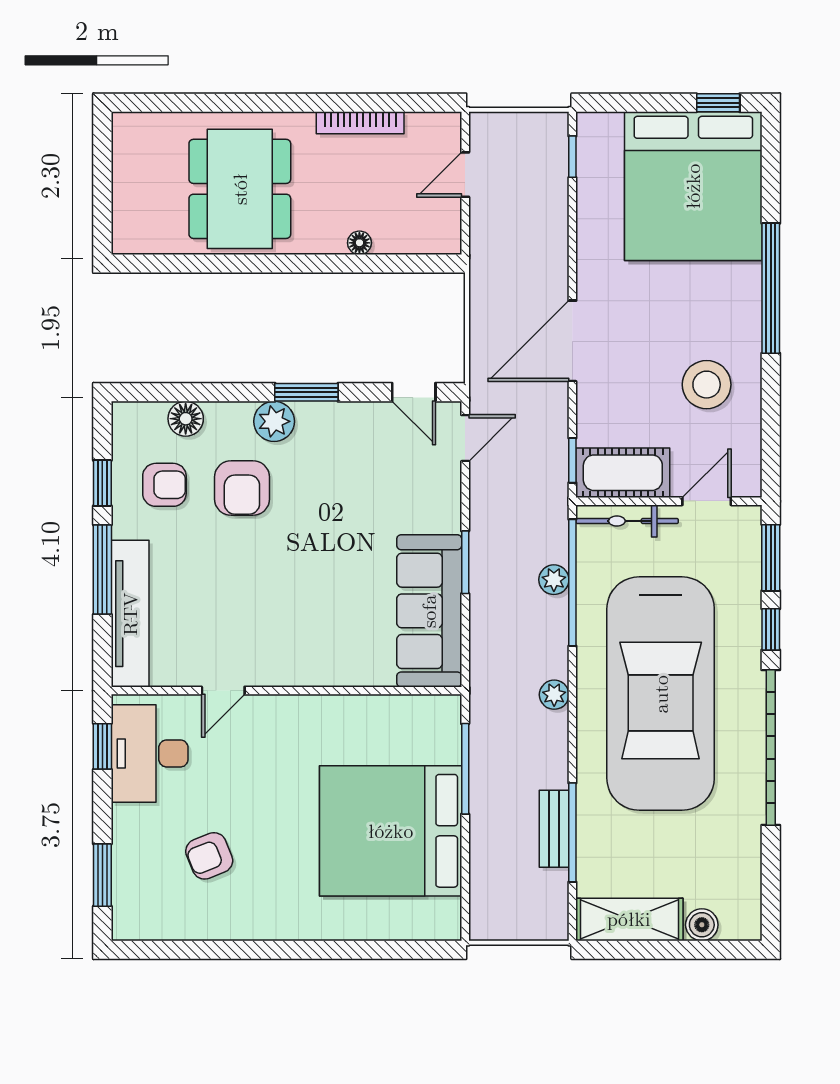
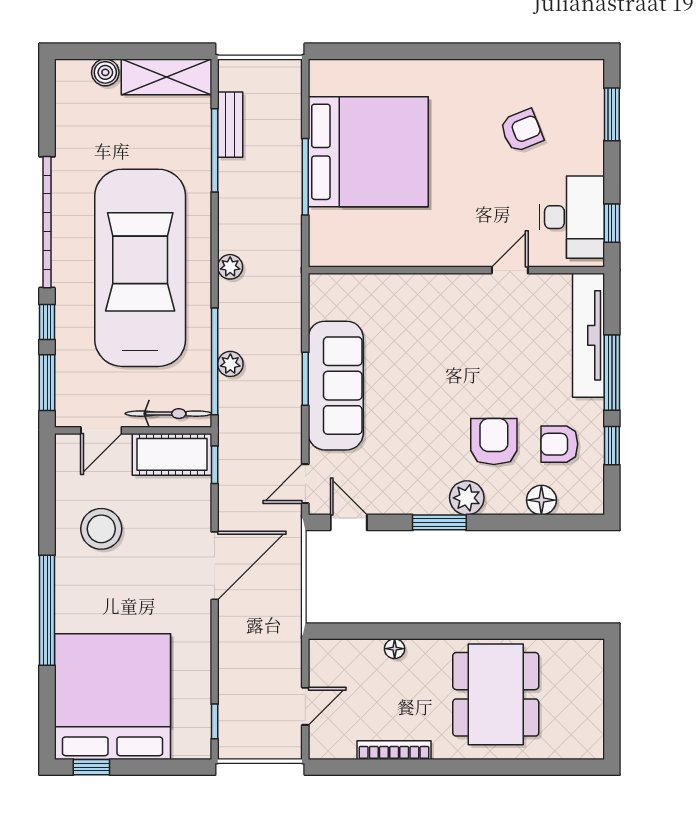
sofa: (429, 611) -> (336, 386), moved
window: (465, 769) -> (305, 177), moved
bench: (554, 829) -> (230, 125), moved

